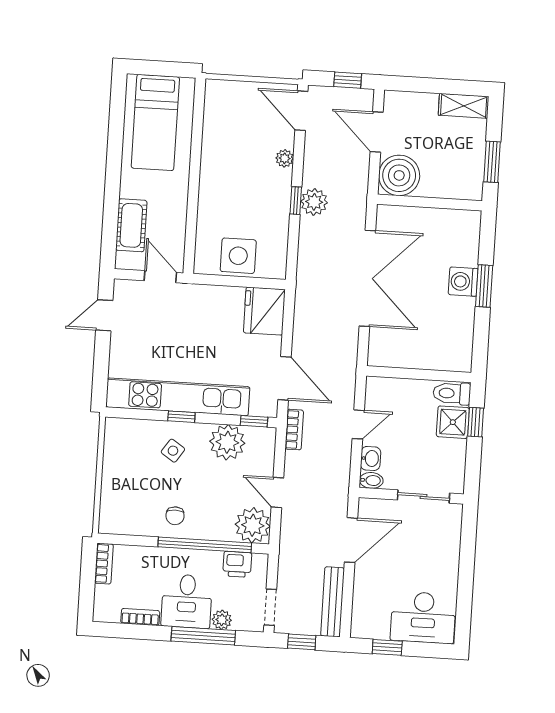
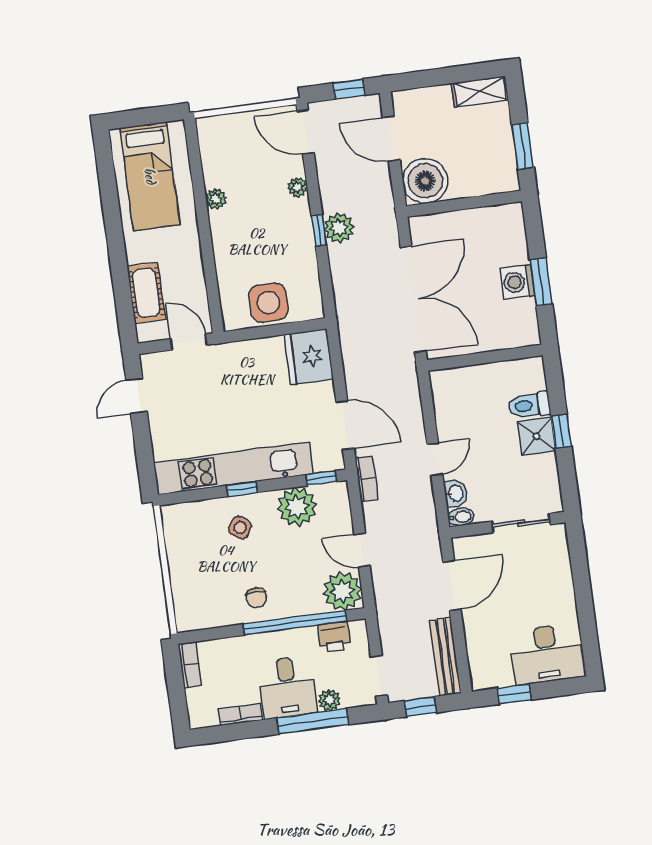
plant: (210, 154) -> (216, 199), added
wall: (419, 374) -> (485, 358), moved

